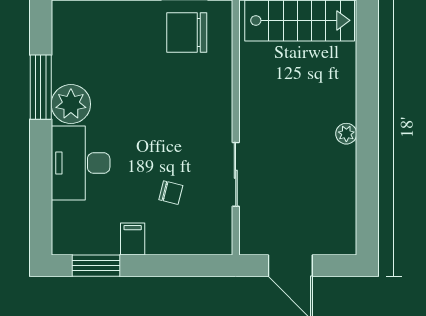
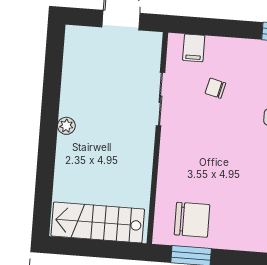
filing cabinet: (133, 239) -> (194, 48), moved

